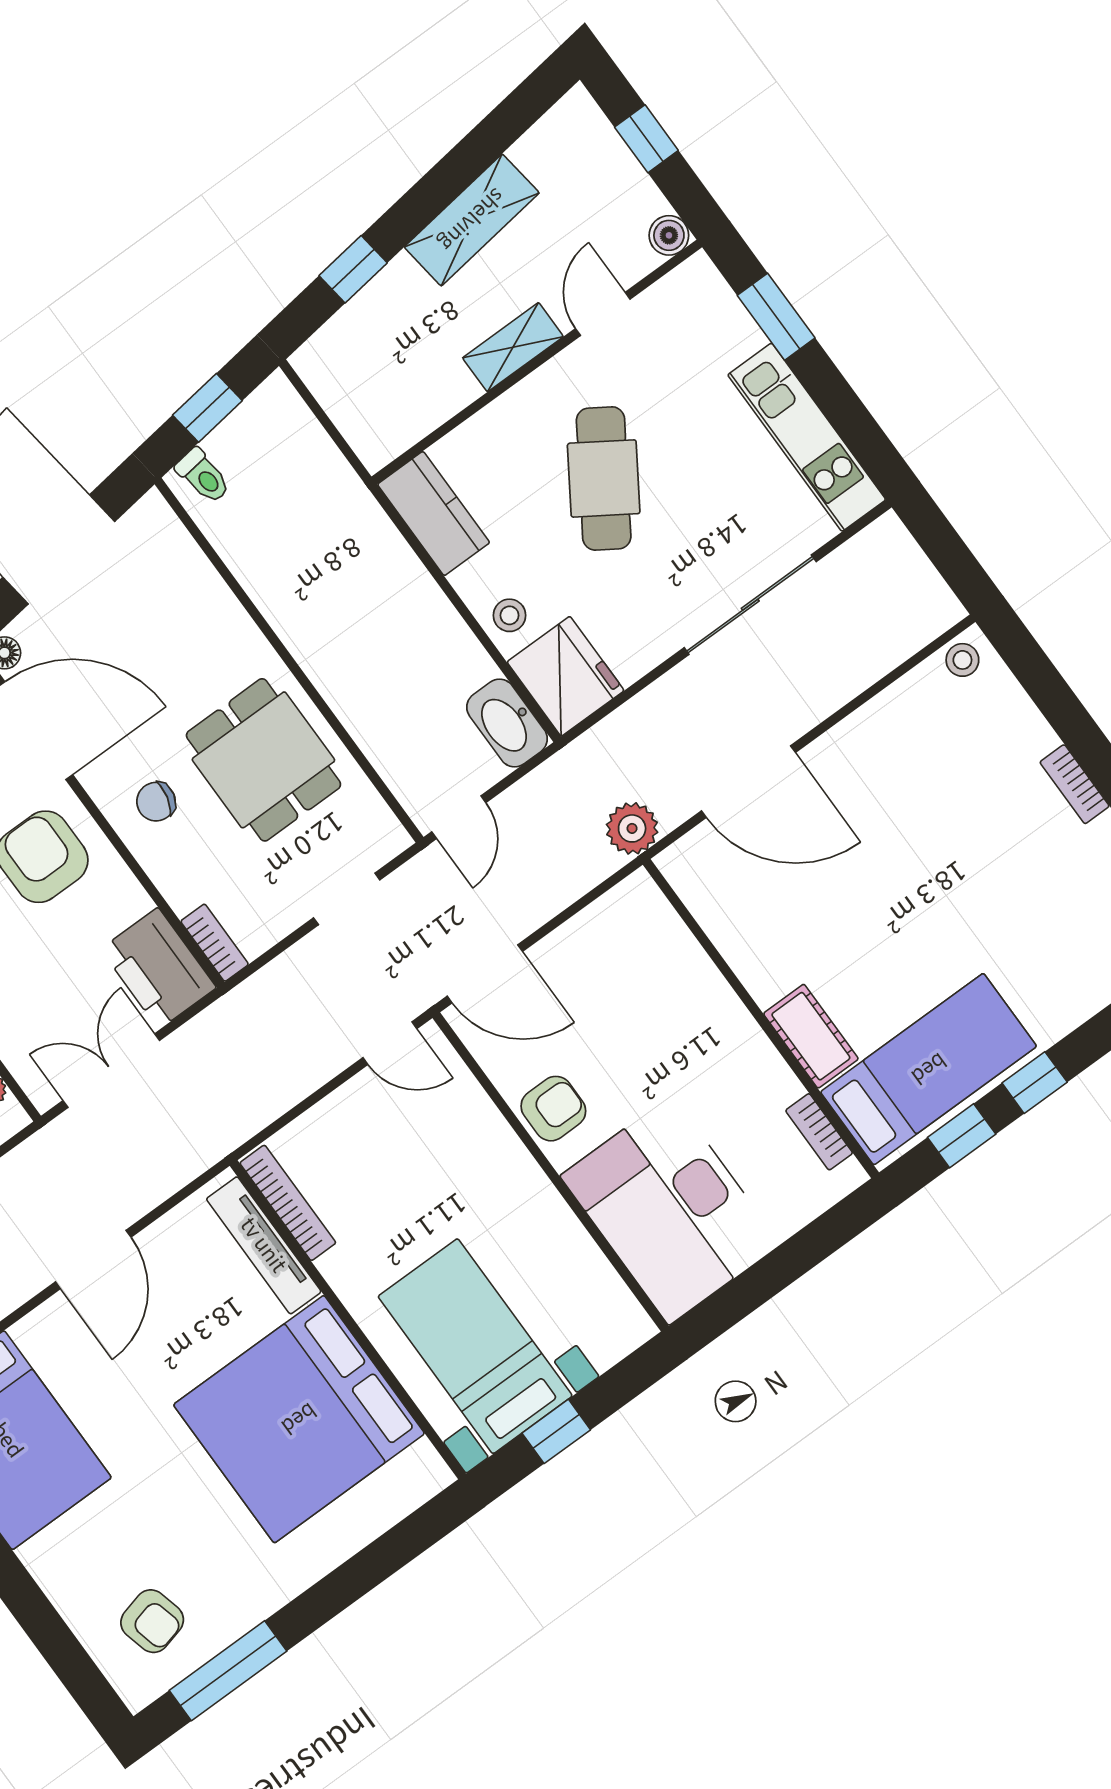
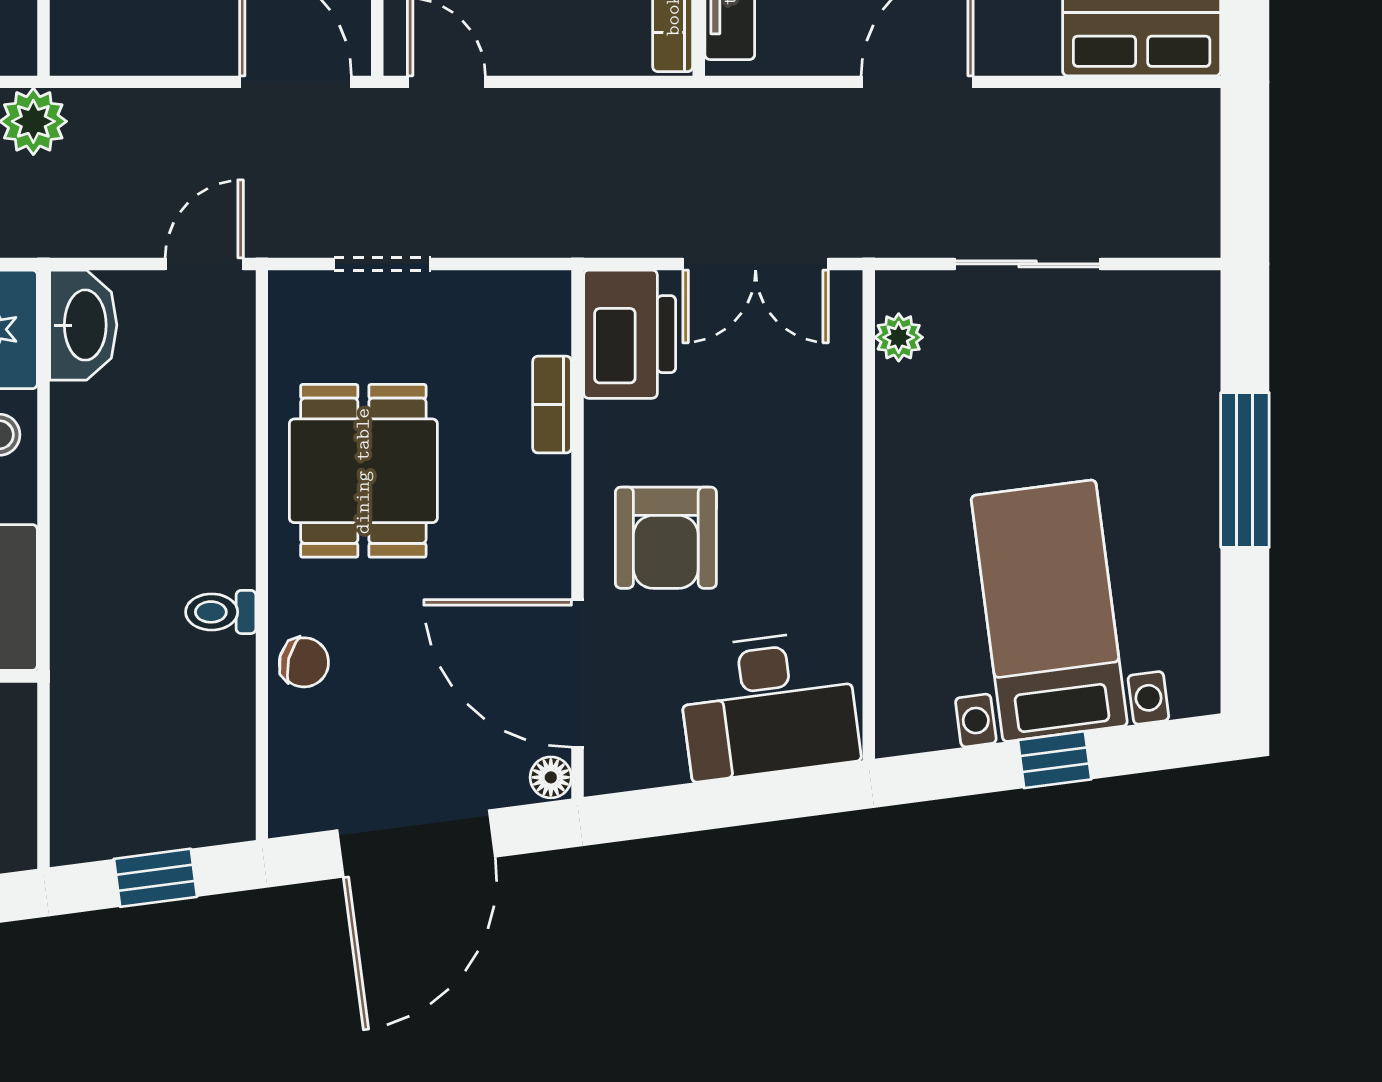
toilet: (203, 476) -> (221, 612), moved, turned -83
chair: (156, 802) -> (304, 662), moved
bookcase: (215, 943) -> (552, 405), moved

